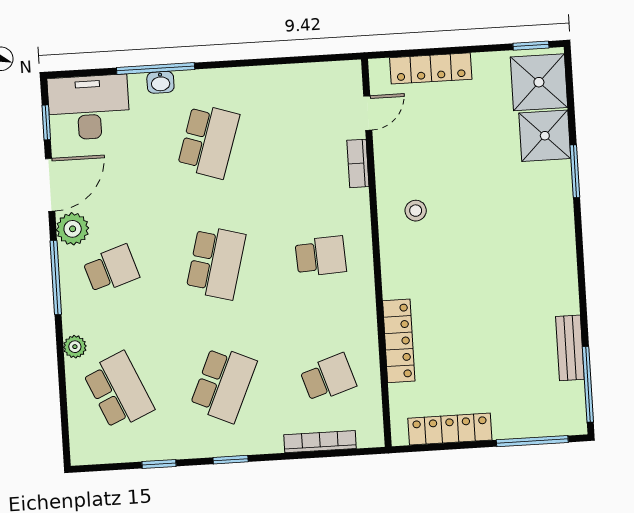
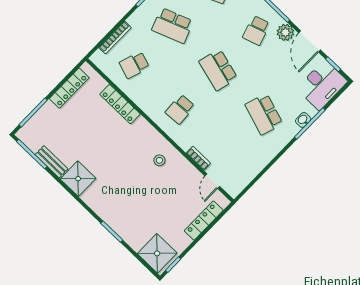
shower: (545, 136) -> (78, 179), moved
school desk: (328, 378) -> (134, 65), turned 36
school desk: (223, 384) -> (172, 26), turned -45

